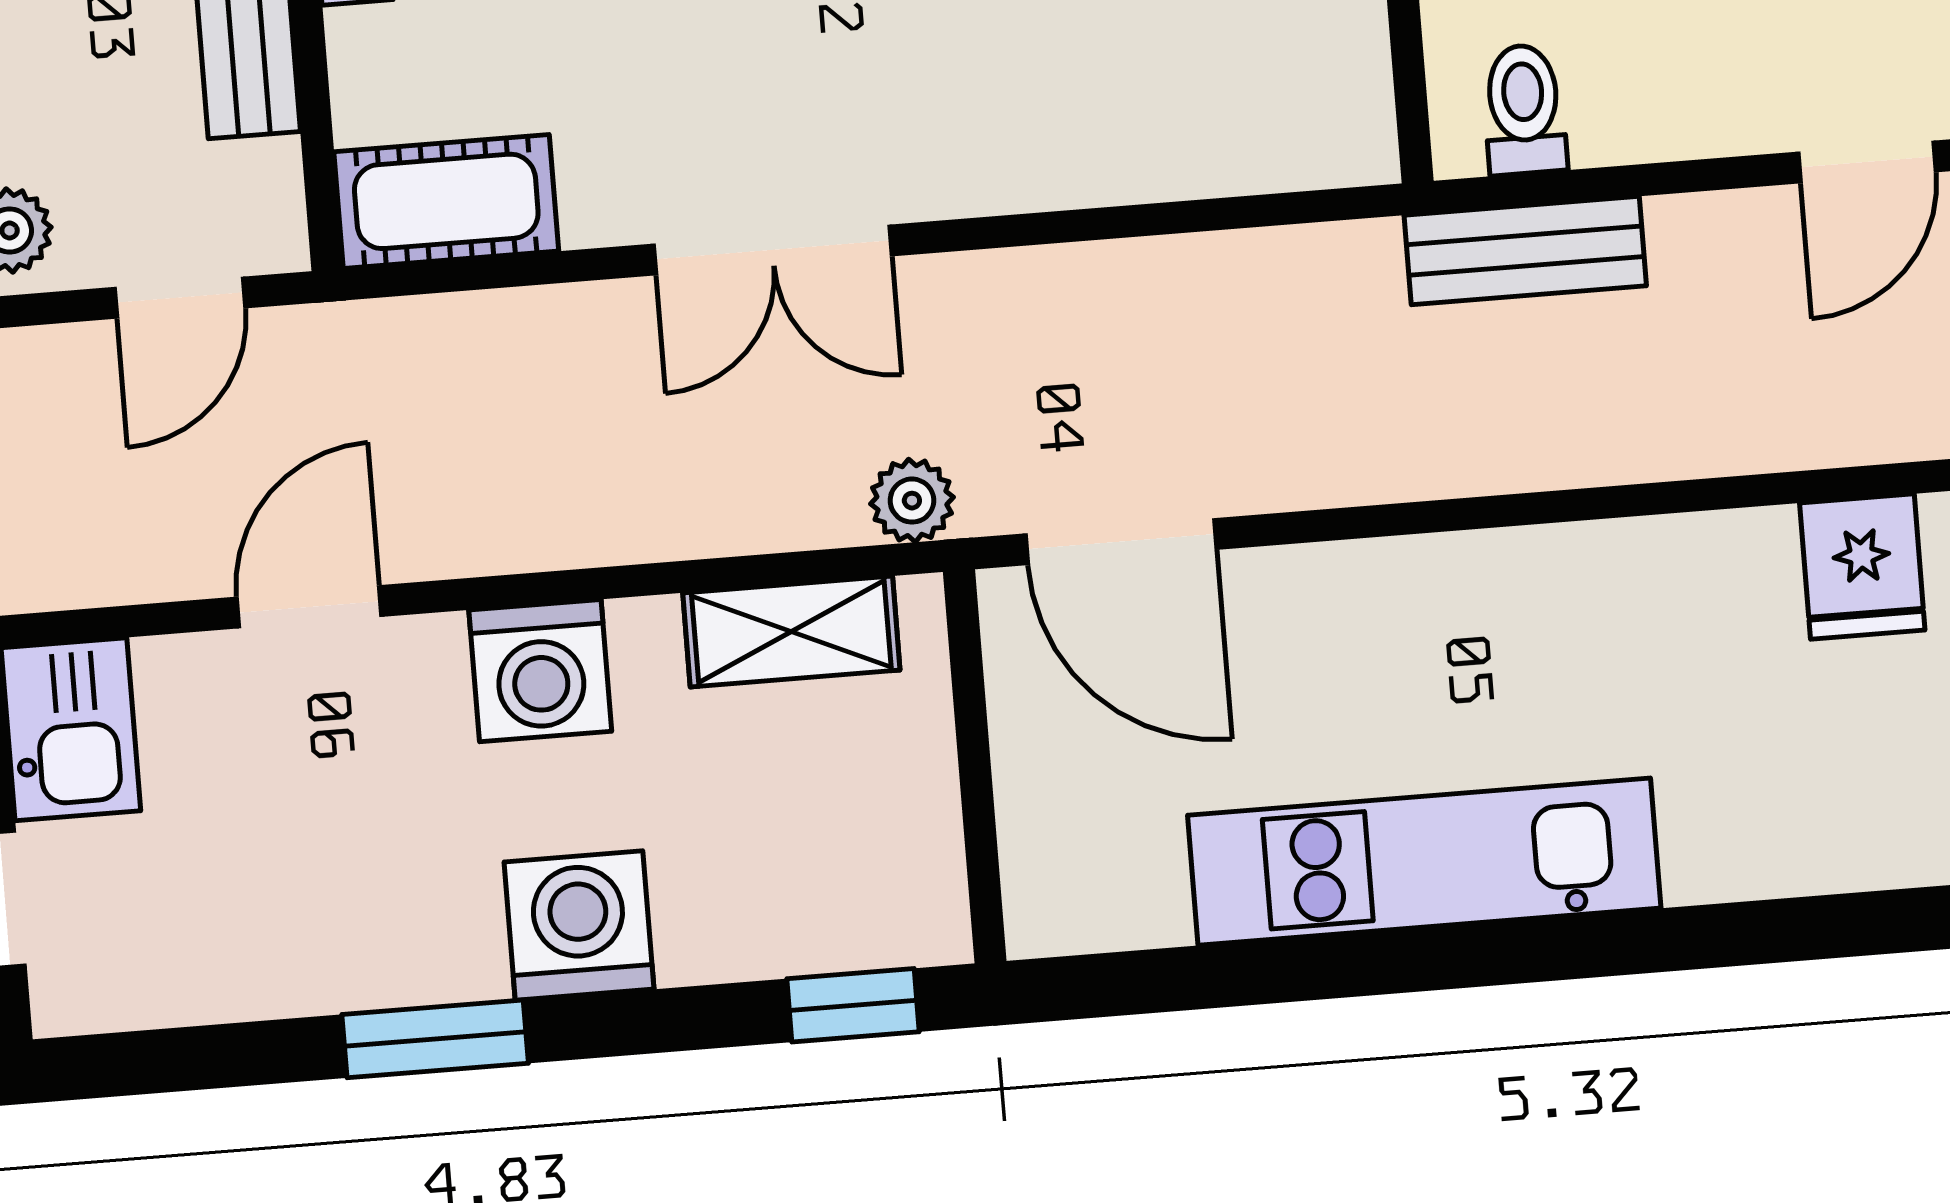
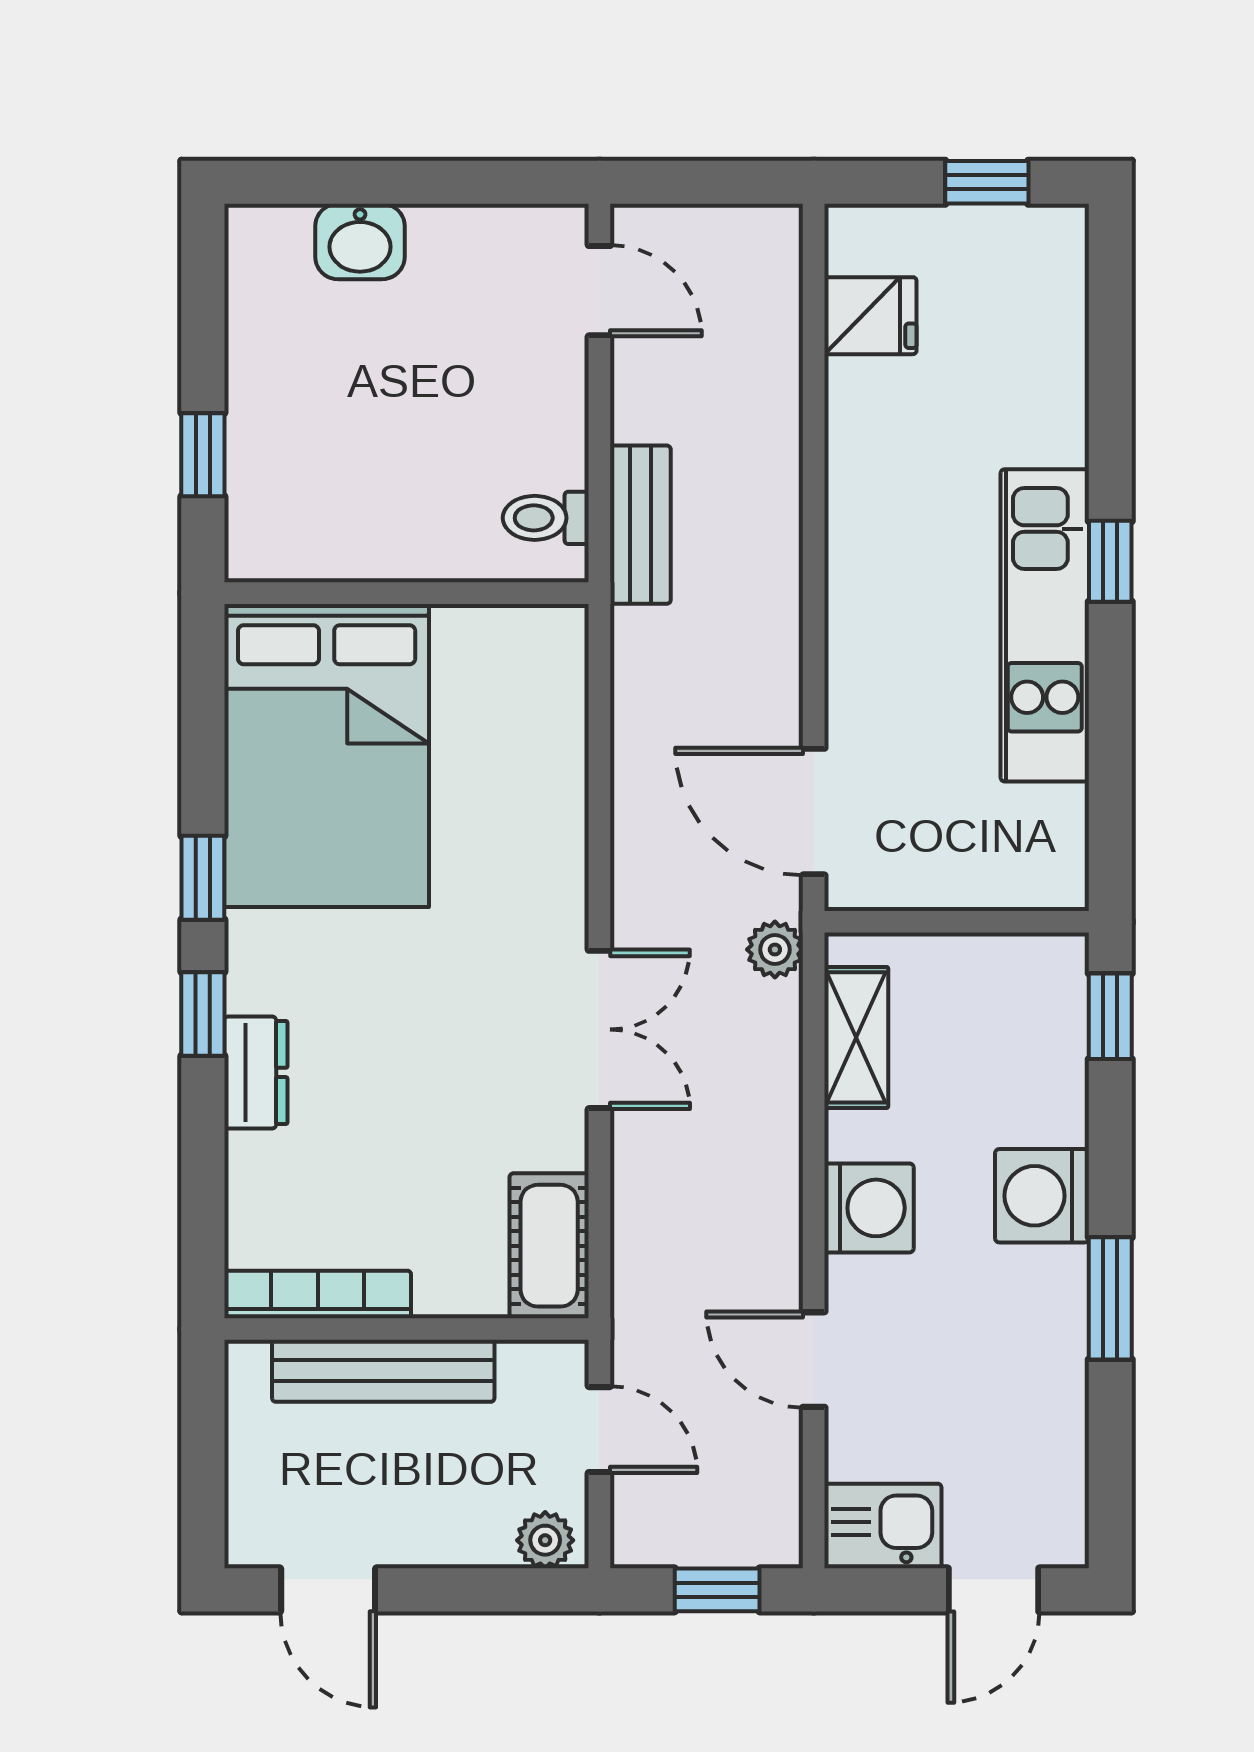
door: (1121, 542) -> (814, 812), swing flipped
window: (1527, 951) -> (1110, 561), added

